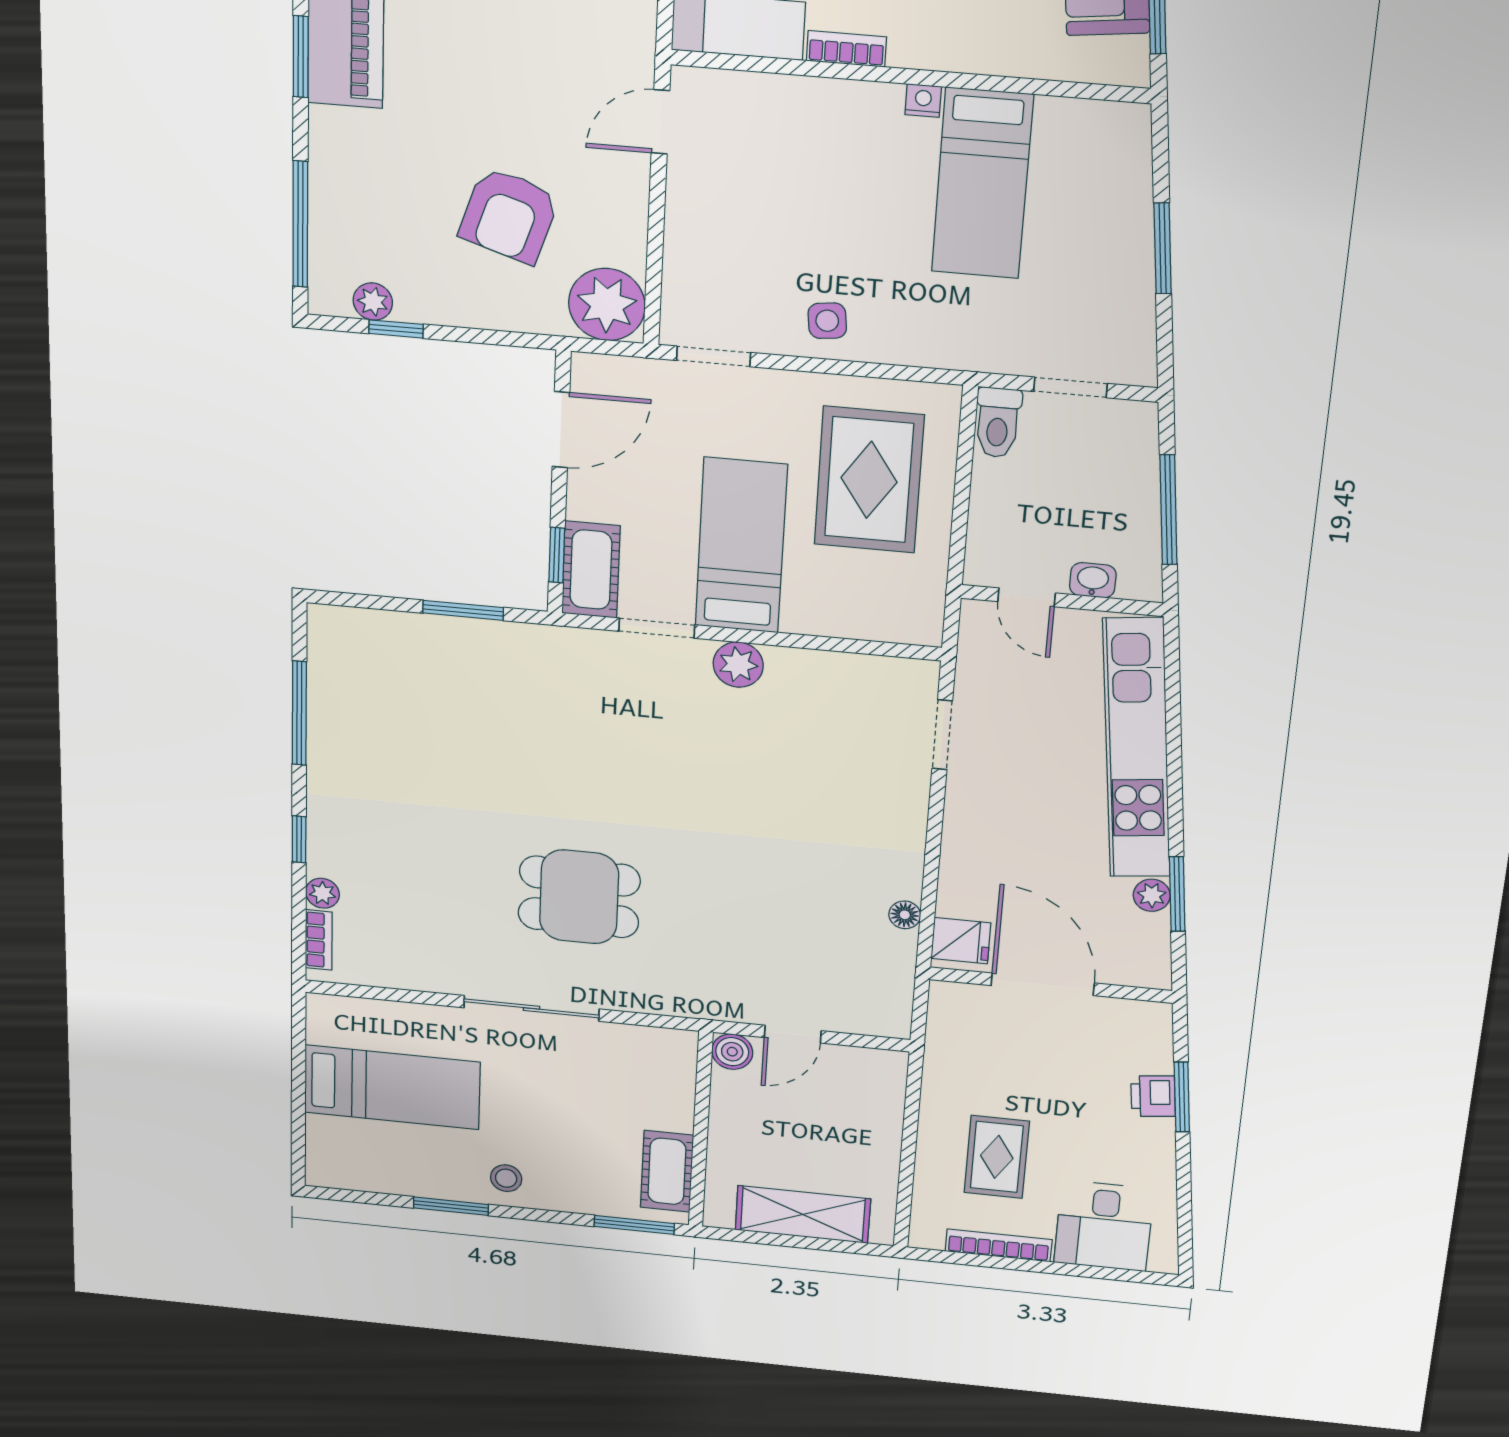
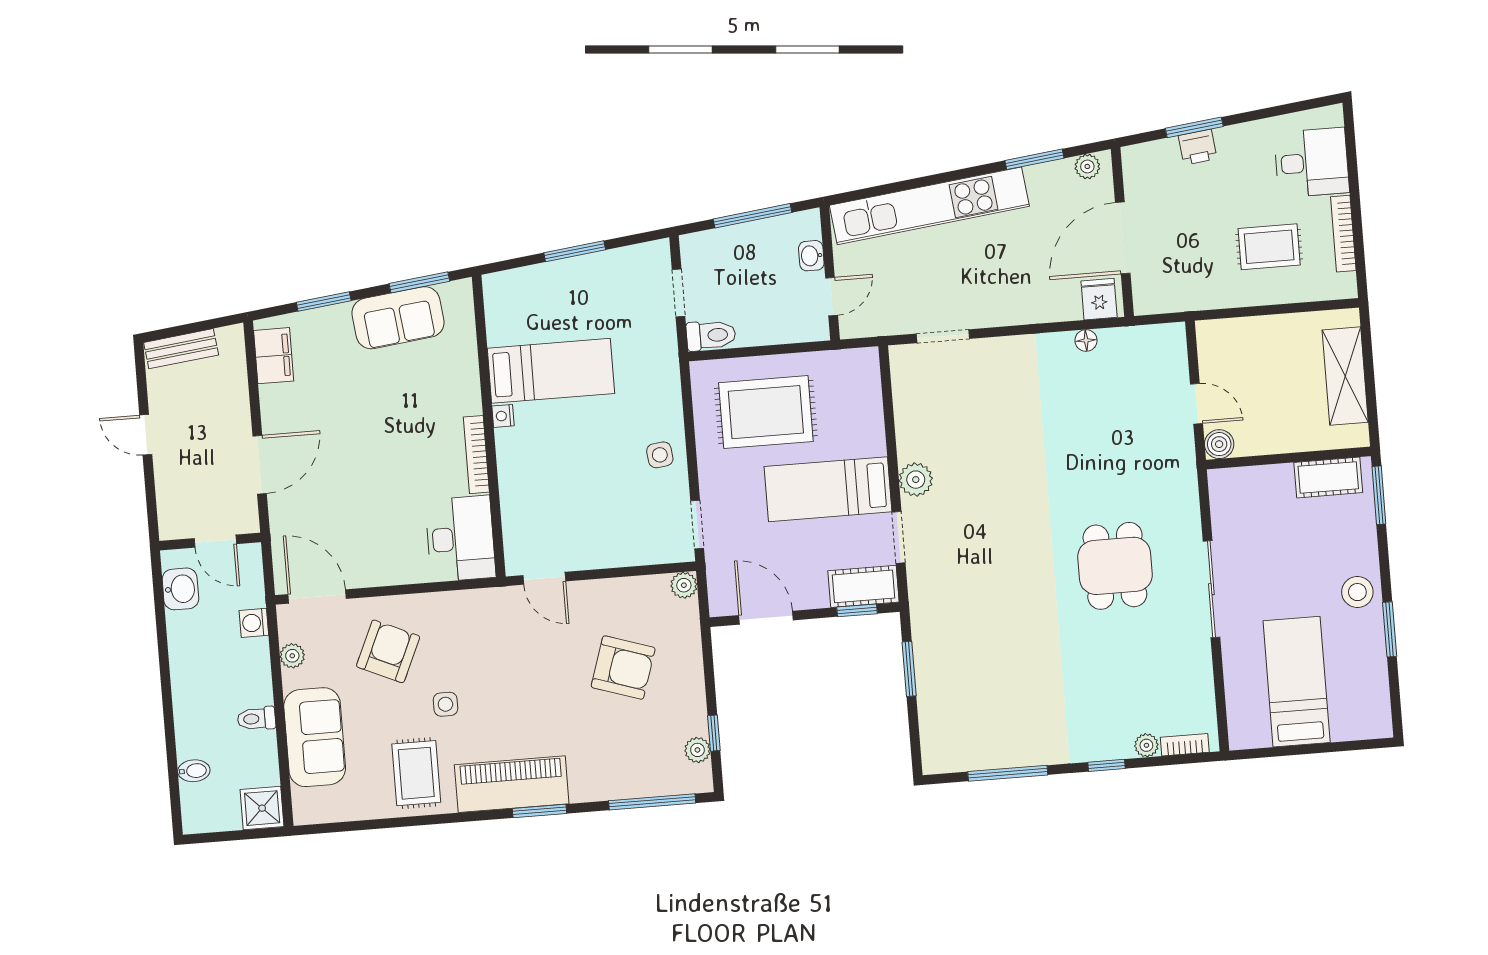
bookcase: (846, 49) -> (476, 455), width x1.56
plant: (607, 304) -> (684, 585), width x0.53, depth x0.53
plant: (1152, 895) -> (1087, 166), moved
stool: (506, 1178) -> (1357, 592), width x1.37, depth x1.37

